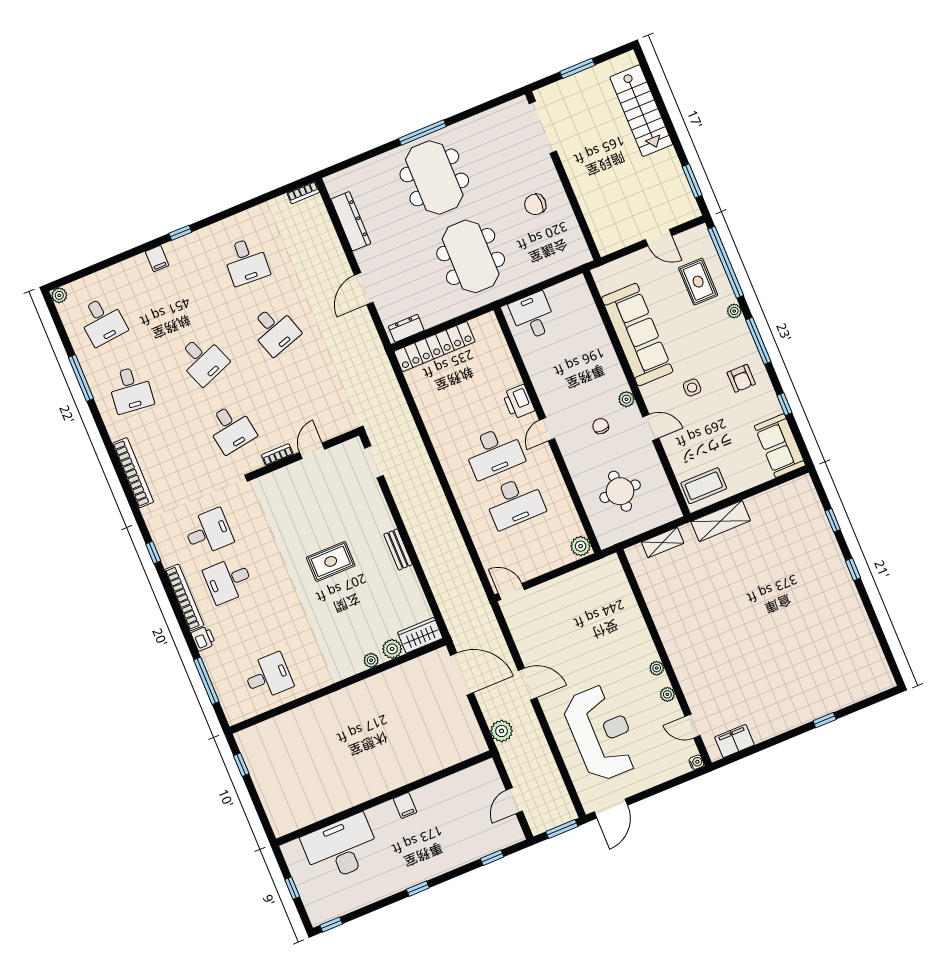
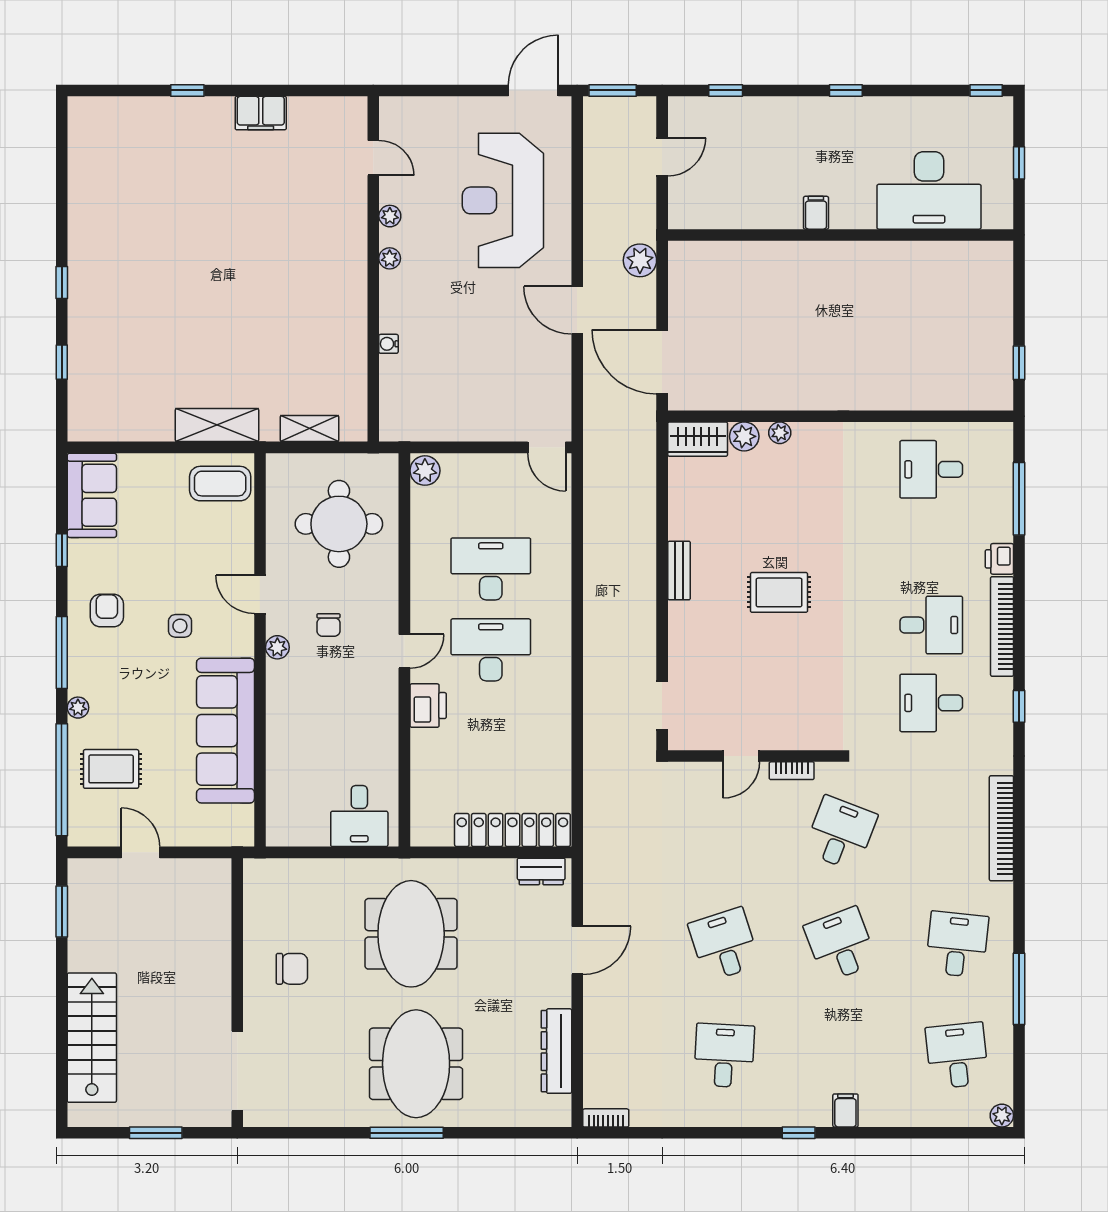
rug: (698, 282) -> (111, 769), turned 90
desk: (231, 428) -> (841, 833), turned 30
round table: (620, 491) -> (339, 524), width x1.36, depth x1.36
filing cabinet: (734, 741) -> (261, 113), moved
water cooler: (696, 762) -> (389, 344), moved

